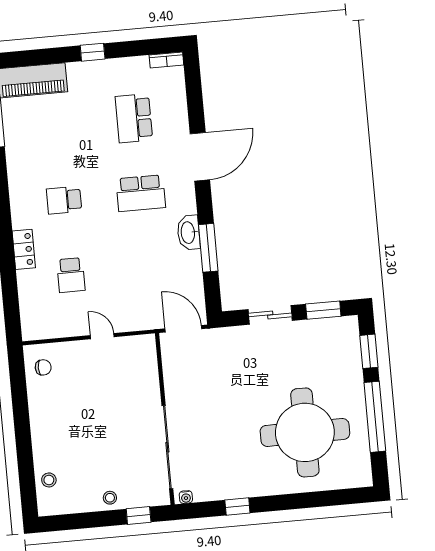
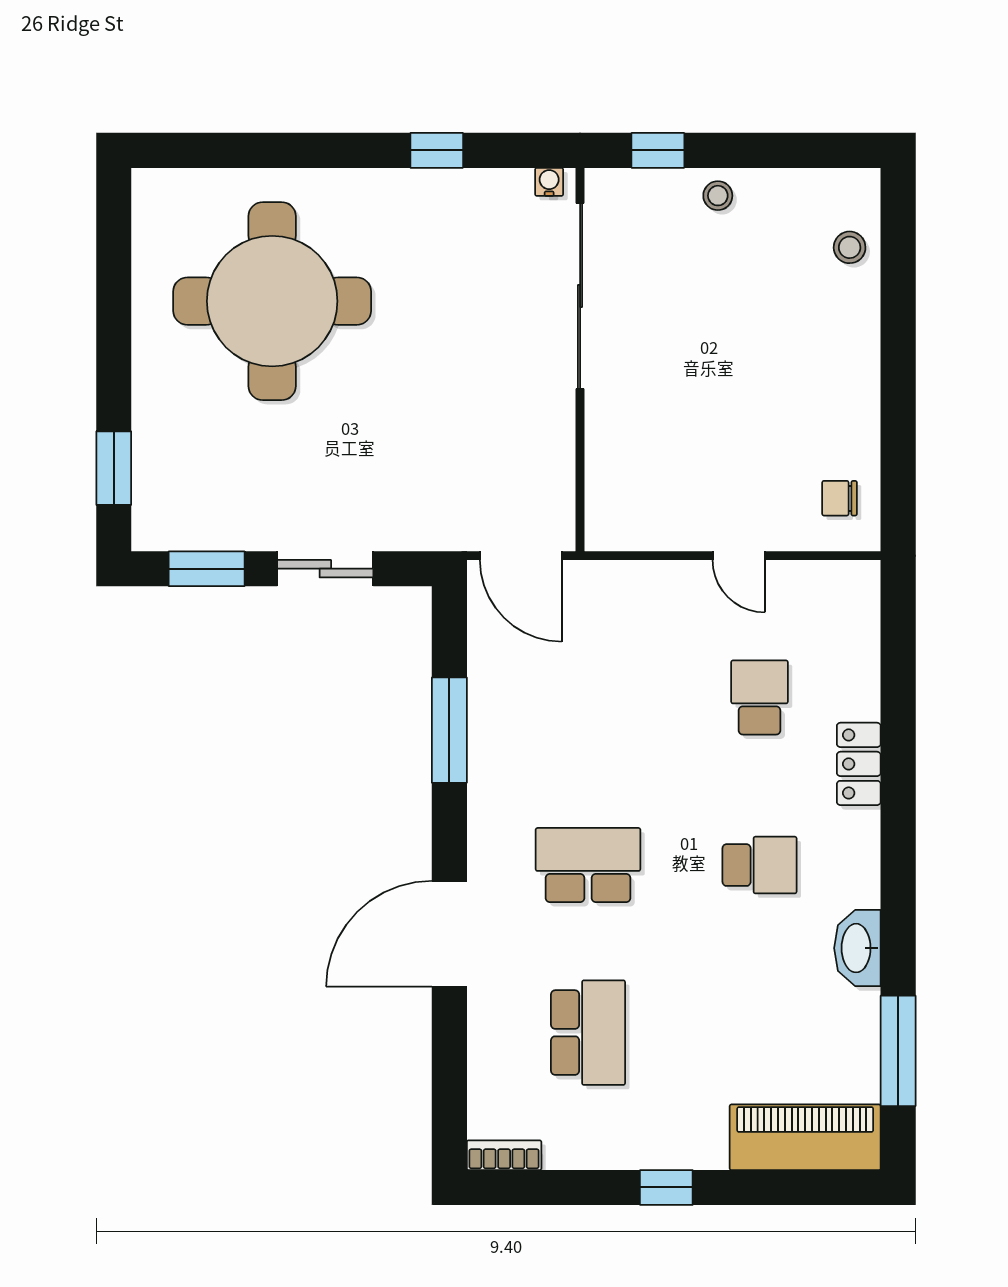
washbasin: (188, 233) -> (857, 948), moved, turned 180
door: (102, 336) -> (739, 556), moved
window: (375, 417) -> (114, 322), removed

